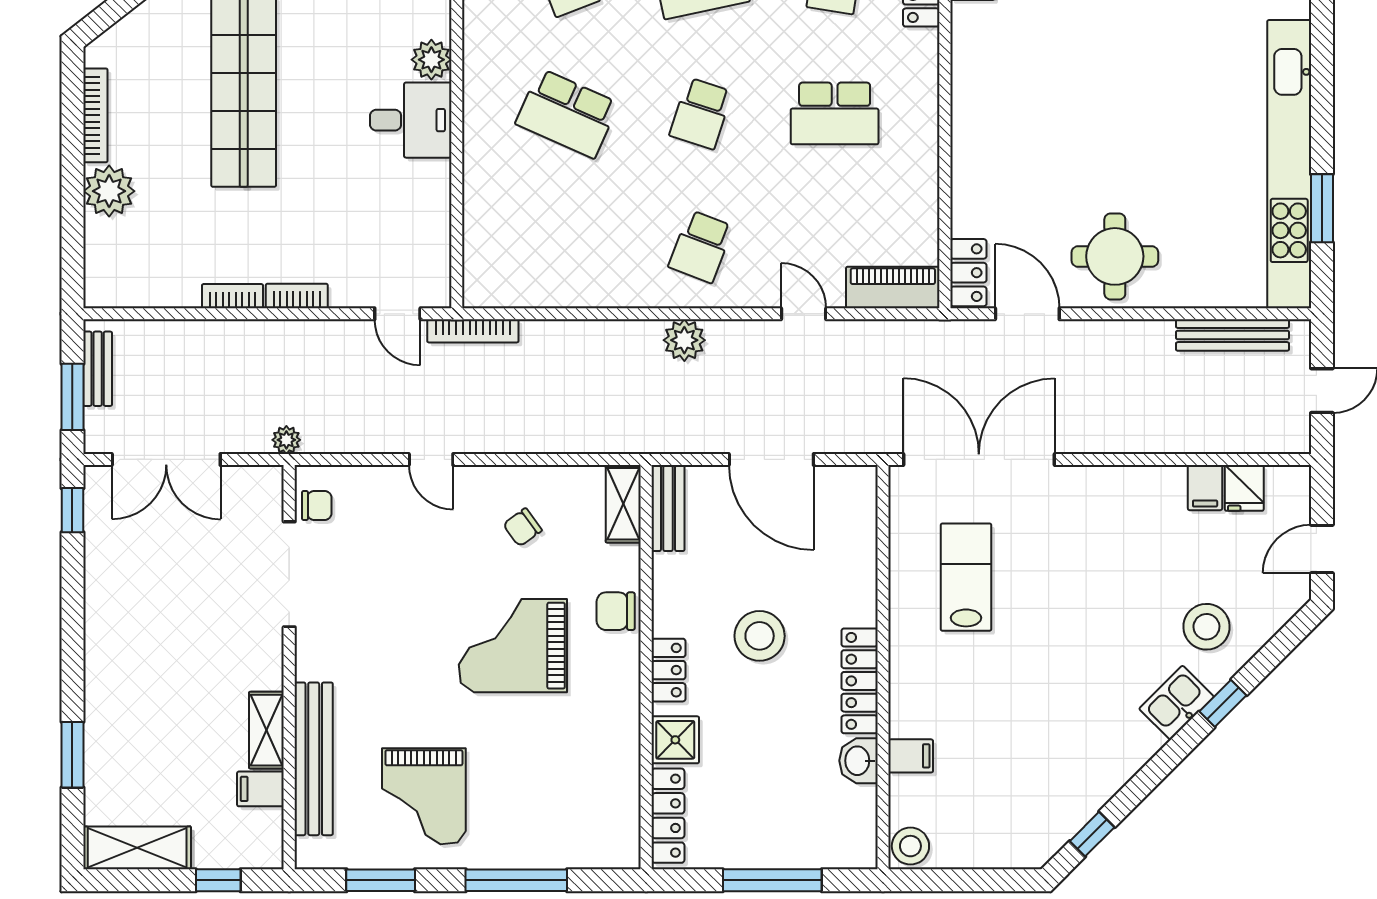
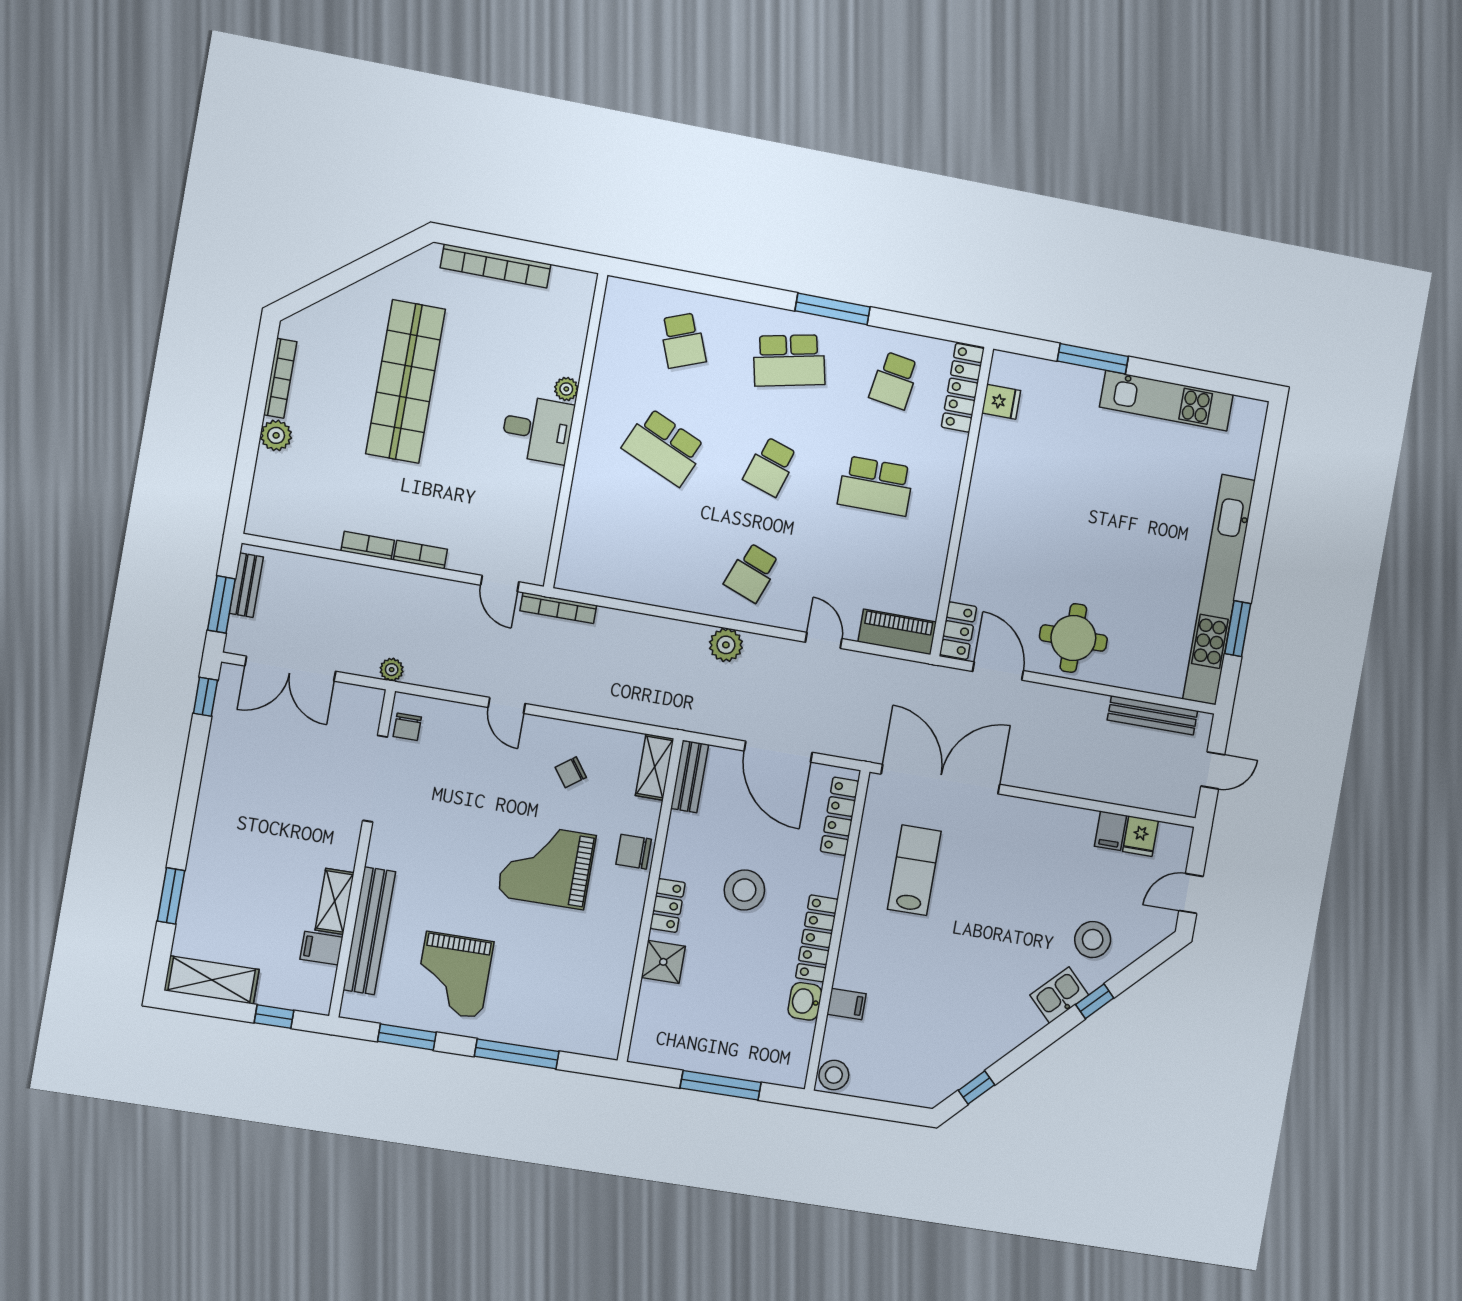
plant: (431, 60) -> (566, 389), width x0.73, depth x0.73
plant: (109, 191) -> (276, 435), width x0.73, depth x0.73
chair: (317, 505) -> (407, 727), turned 90
locker: (668, 816) -> (840, 816), moved, turned 180

